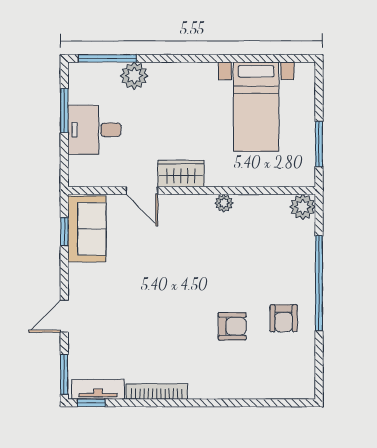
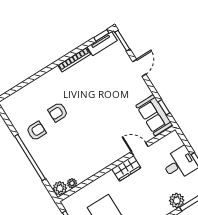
plant: (224, 203) -> (72, 183), moved
armchair: (284, 318) -> (36, 131), turned 90

